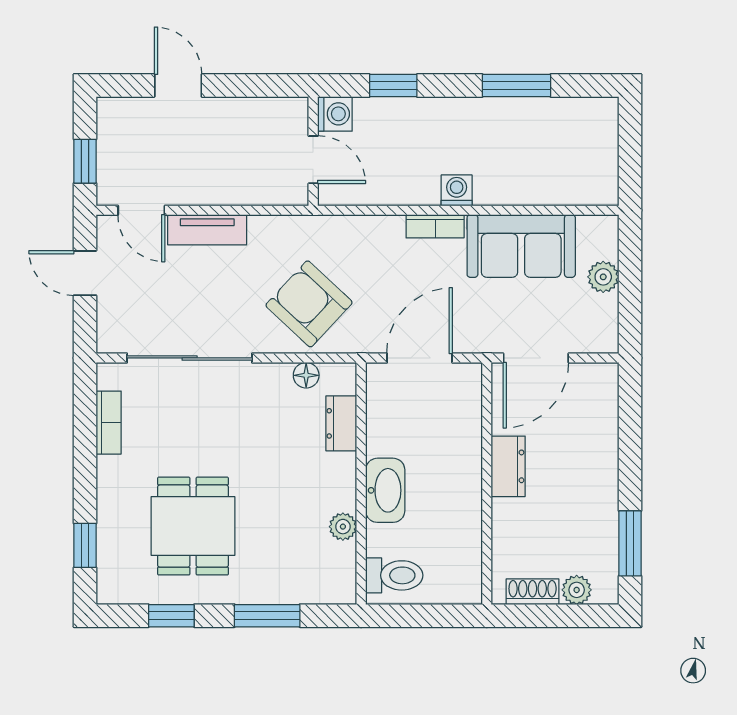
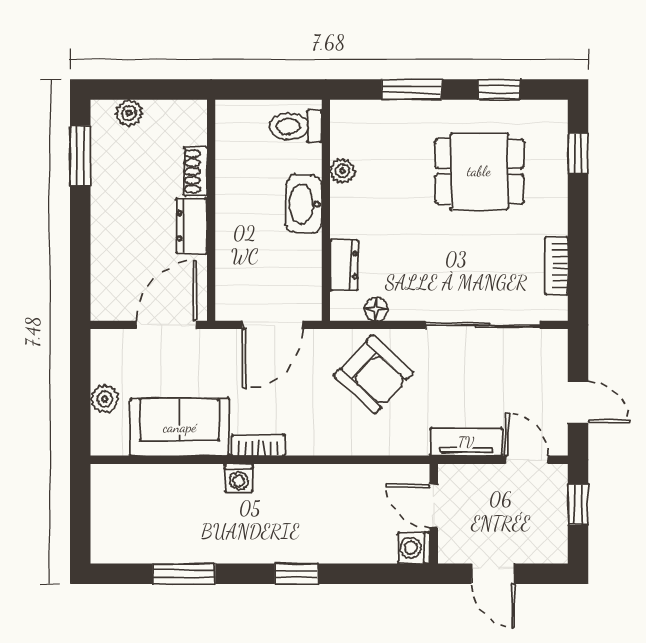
washing machine: (335, 114) -> (414, 548), moved
wall: (313, 151) -> (434, 514), moved
door: (313, 160) -> (434, 506), moved
dining table: (193, 526) -> (479, 171), turned 90
shoe rack: (533, 592) -> (195, 171), moved, turned 90

